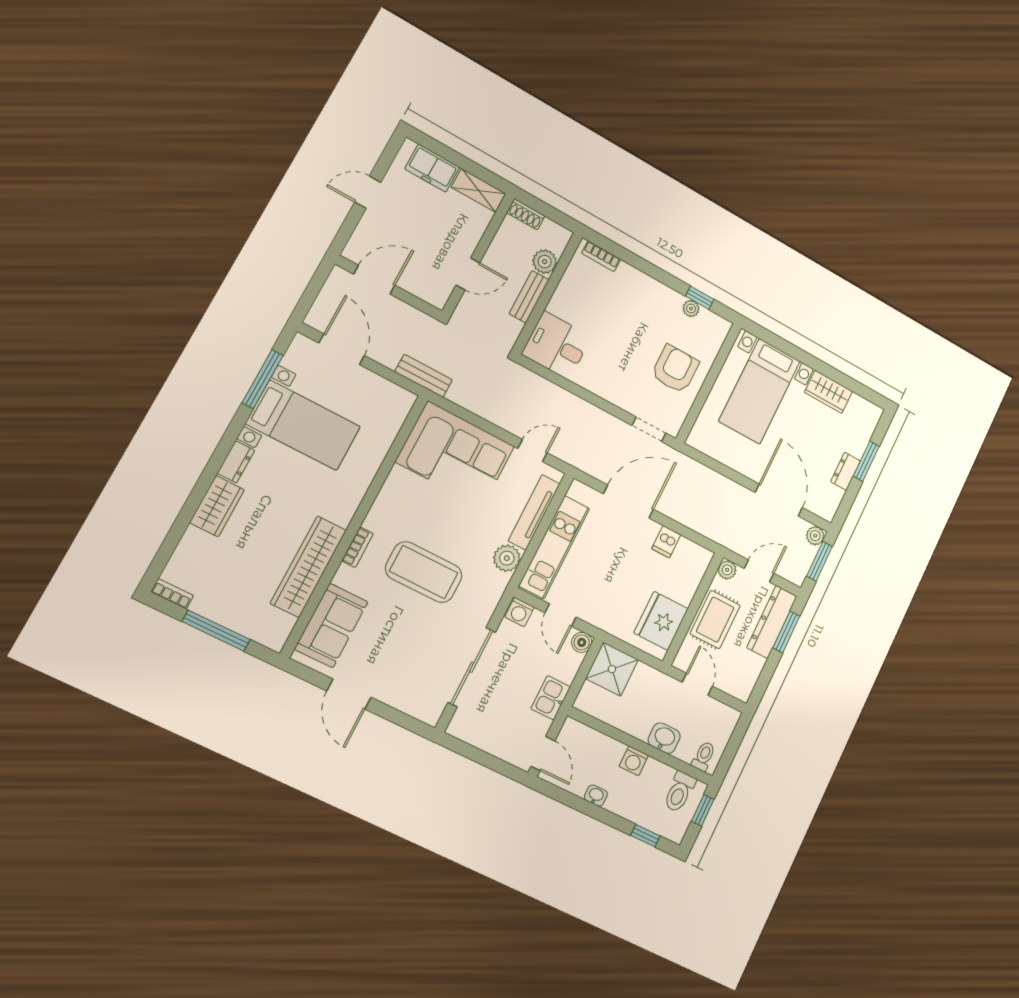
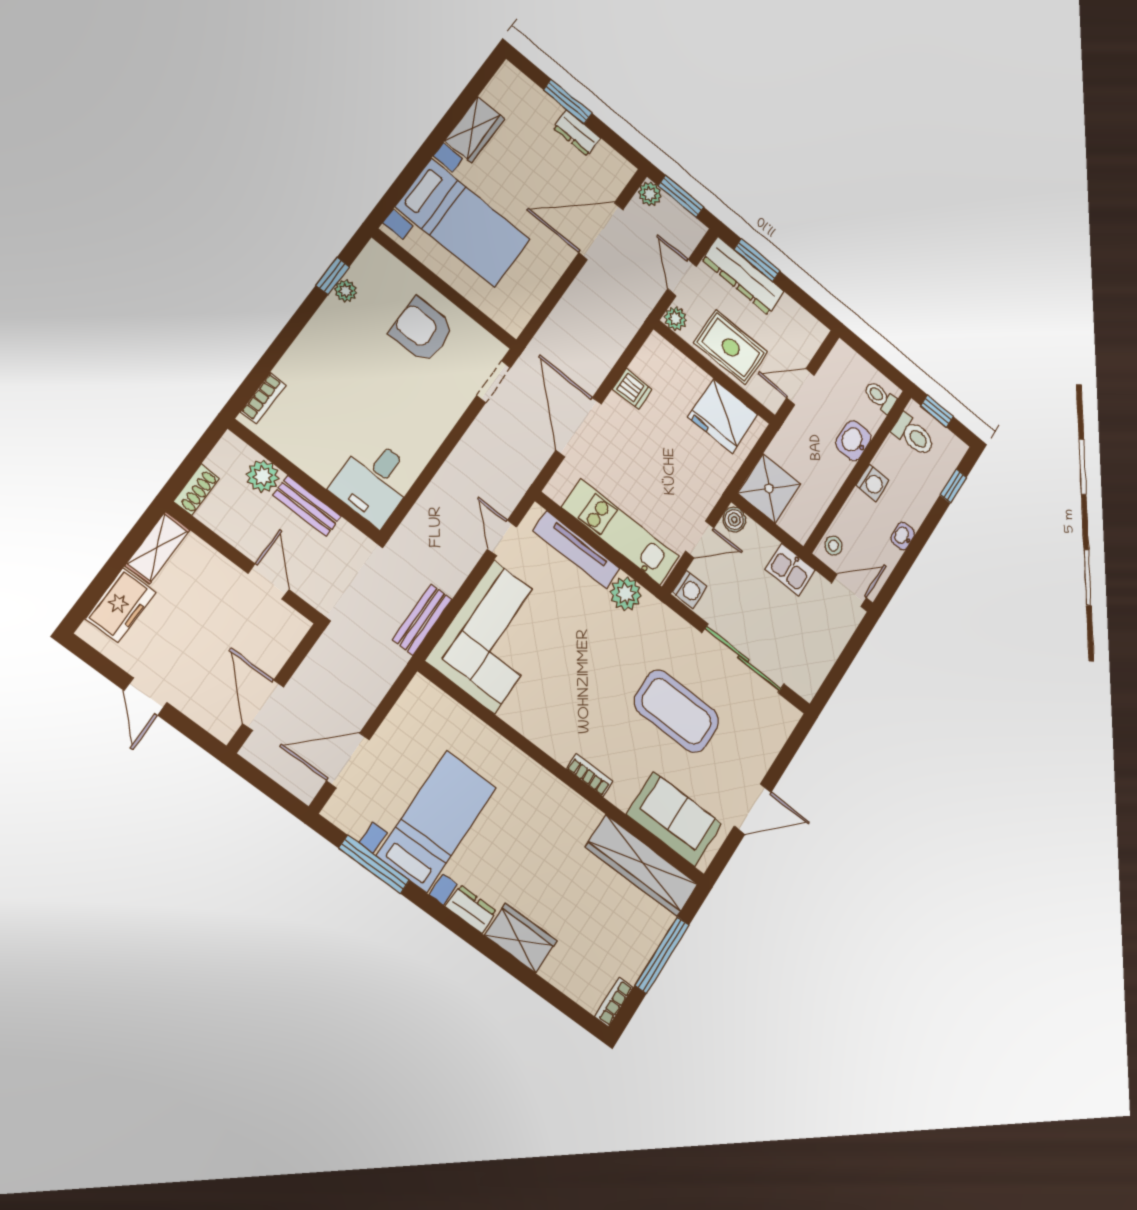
bench: (424, 376) -> (422, 620), moved
wardrobe: (308, 567) -> (642, 866), moved
coffee table: (424, 572) -> (677, 711), moved, turned 90
stool: (577, 734) -> (833, 545), added

